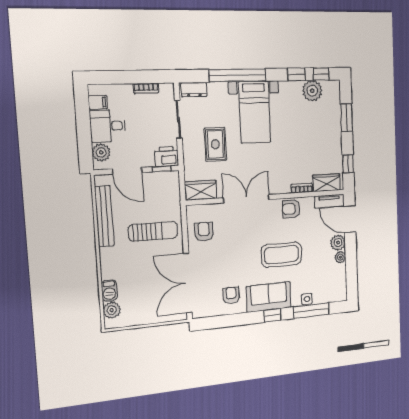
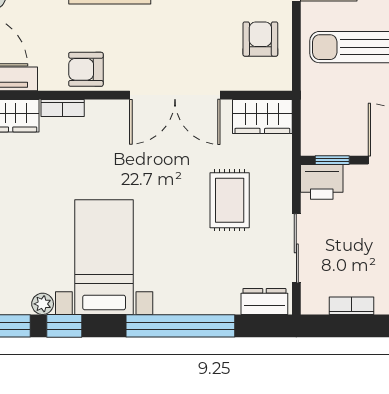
plant: (312, 91) -> (43, 304), width x0.53, depth x0.53
bed with nightstands: (255, 112) -> (104, 257), moved
armchair: (291, 209) -> (86, 69), turned 180
armchair: (204, 232) -> (260, 39), turned 180

